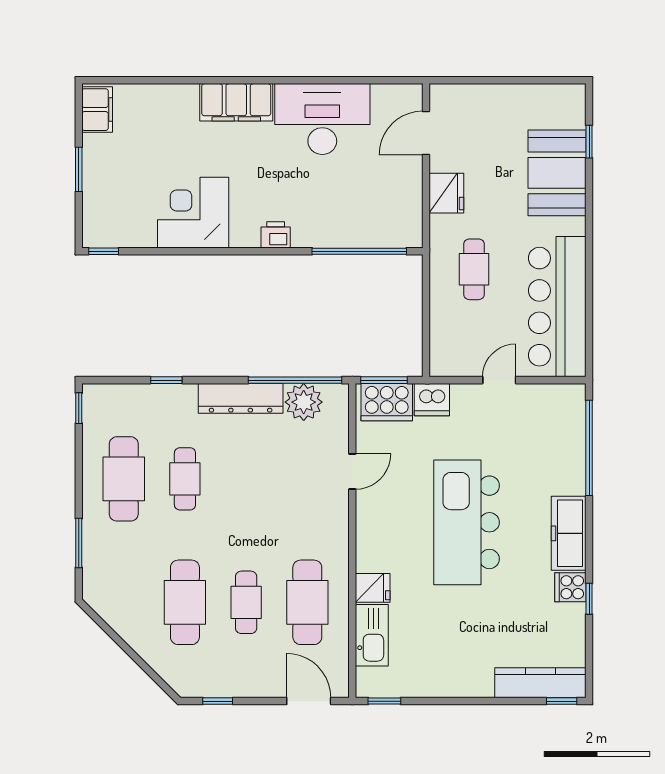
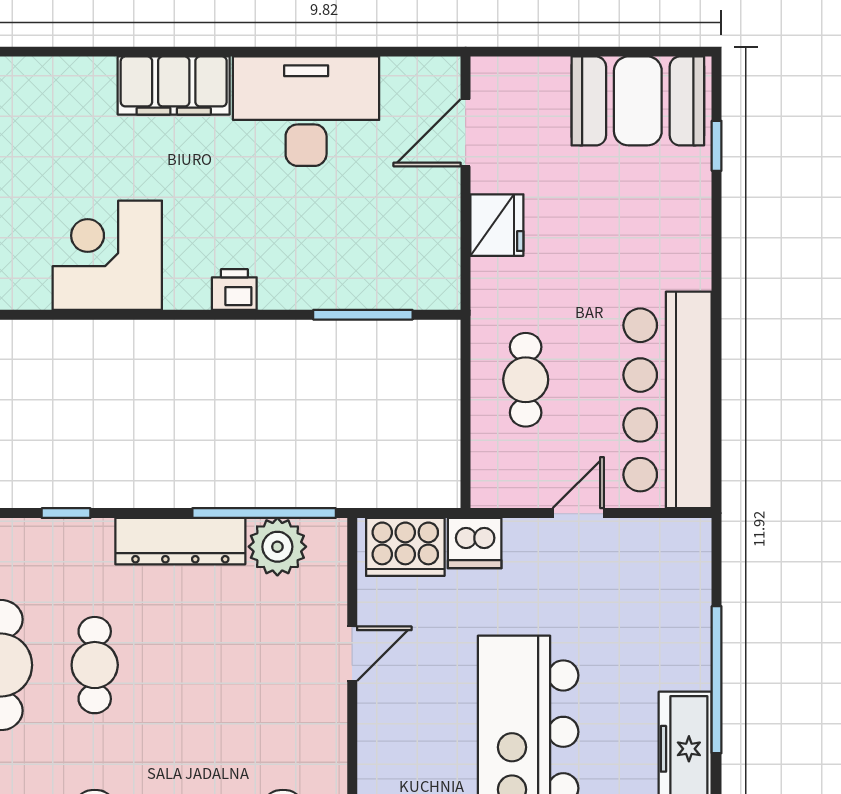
booth: (557, 173) -> (638, 101), moved, turned 90
window: (359, 251) -> (363, 315), width x0.68
cafe table: (474, 269) -> (526, 380), moved
window: (384, 380) -> (401, 513), removed
window: (589, 448) -> (717, 680), moved

